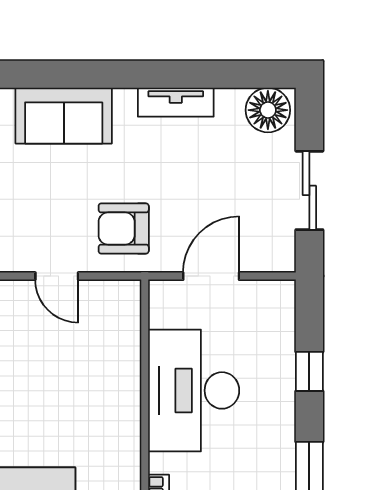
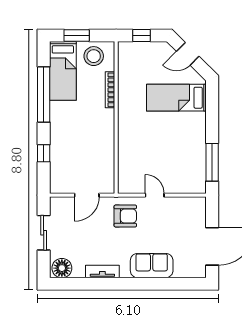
desk: (194, 390) -> (95, 145), removed

